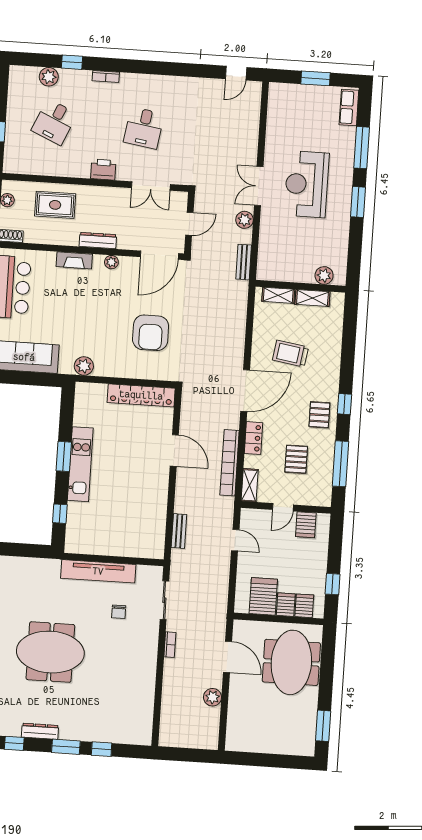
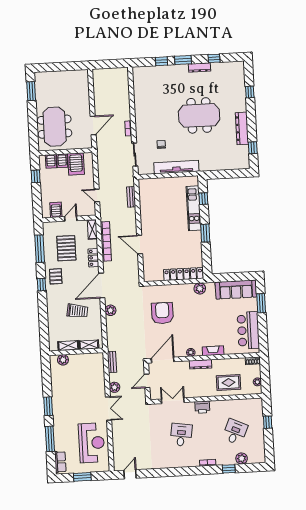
reception desk: (307, 184) -> (92, 443), moved
locker: (141, 395) -> (183, 274), moved
pallet: (296, 459) -> (66, 248), width x1.50, depth x1.42
kitchen unit: (80, 464) -> (194, 208), moved
door: (227, 657) -> (93, 125), swing flipped
plant: (213, 697) -> (110, 310), moved

